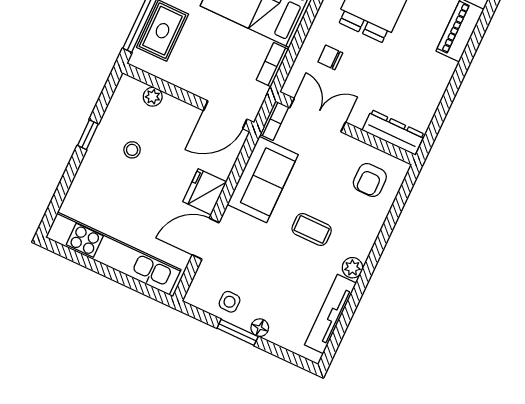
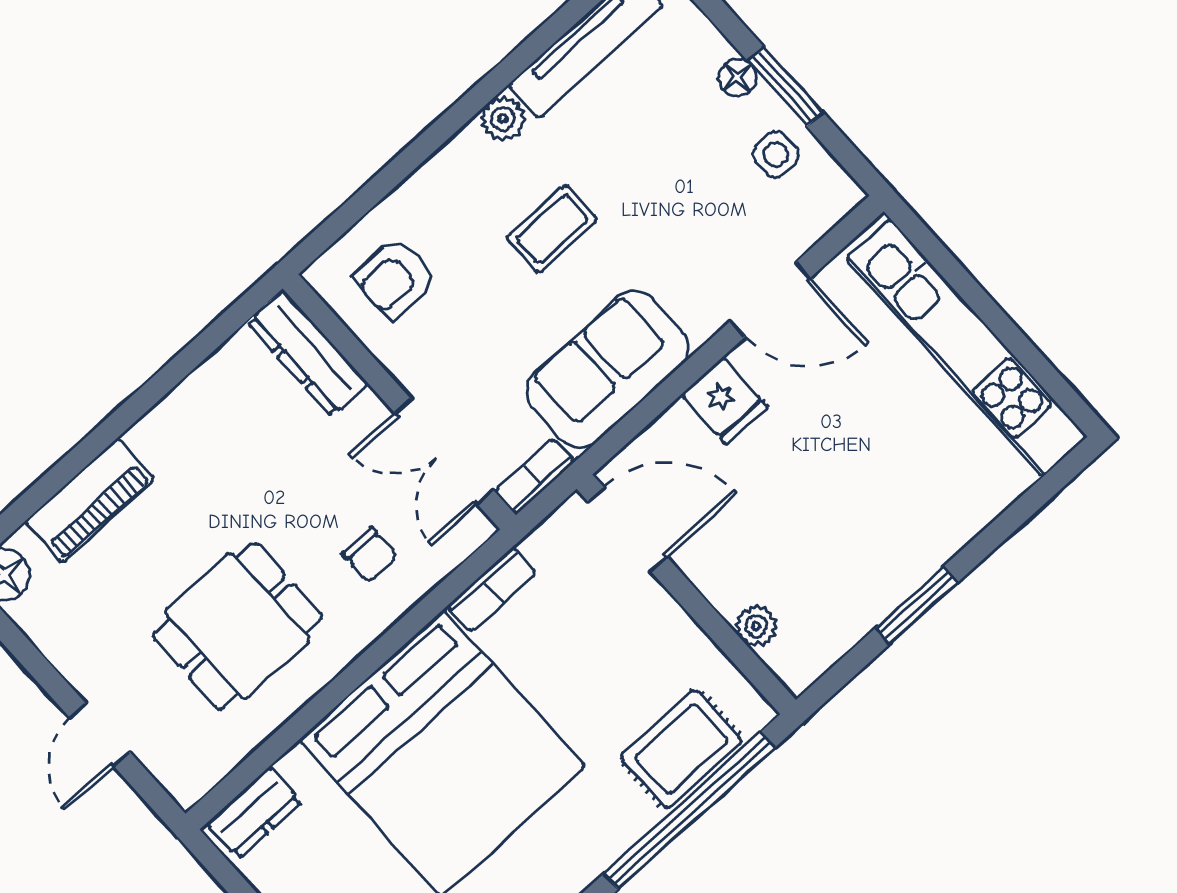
window: (88, 135) -> (917, 605), width x1.50
stool: (132, 150) -> (842, 538), removed
armchair: (370, 180) -> (395, 278), turned 180
fridge: (205, 192) -> (724, 401), width x0.72
coffee table: (312, 229) -> (552, 229), turned 90

